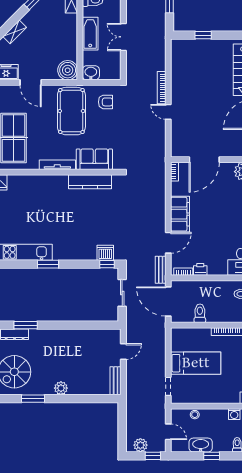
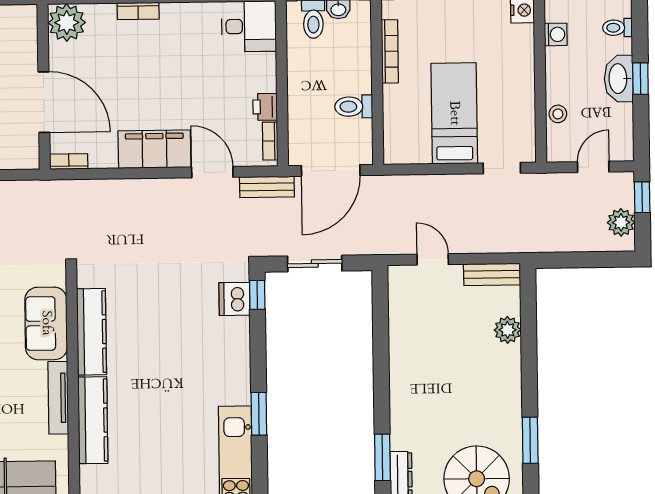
kitchen counter: (46, 182) -> (93, 420), added
plant: (61, 388) -> (508, 330), moved
washbasin: (201, 445) -> (619, 79), moved

